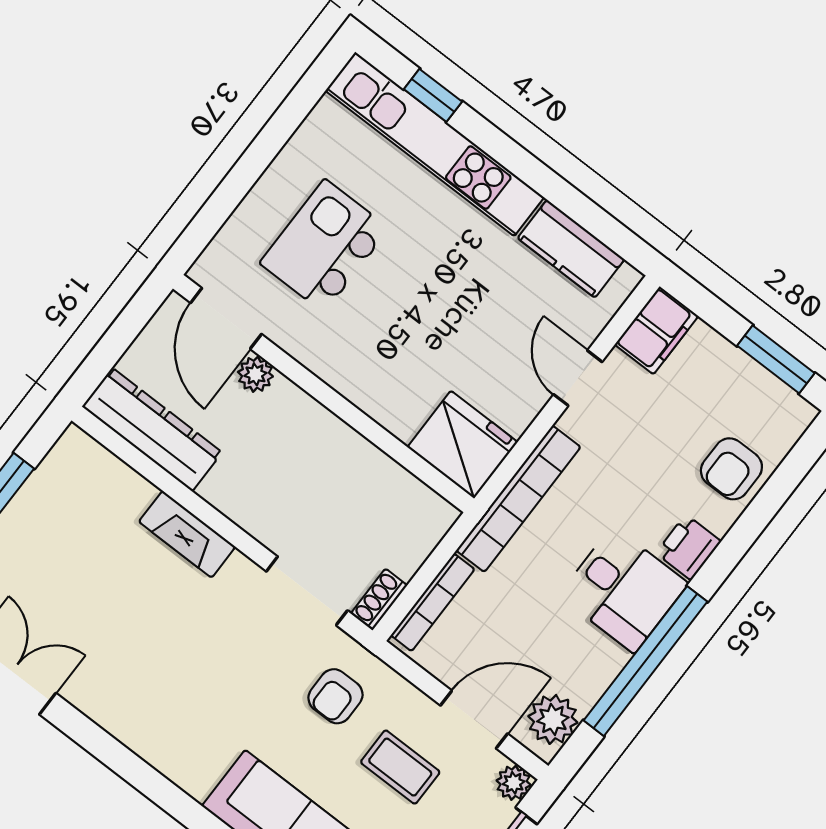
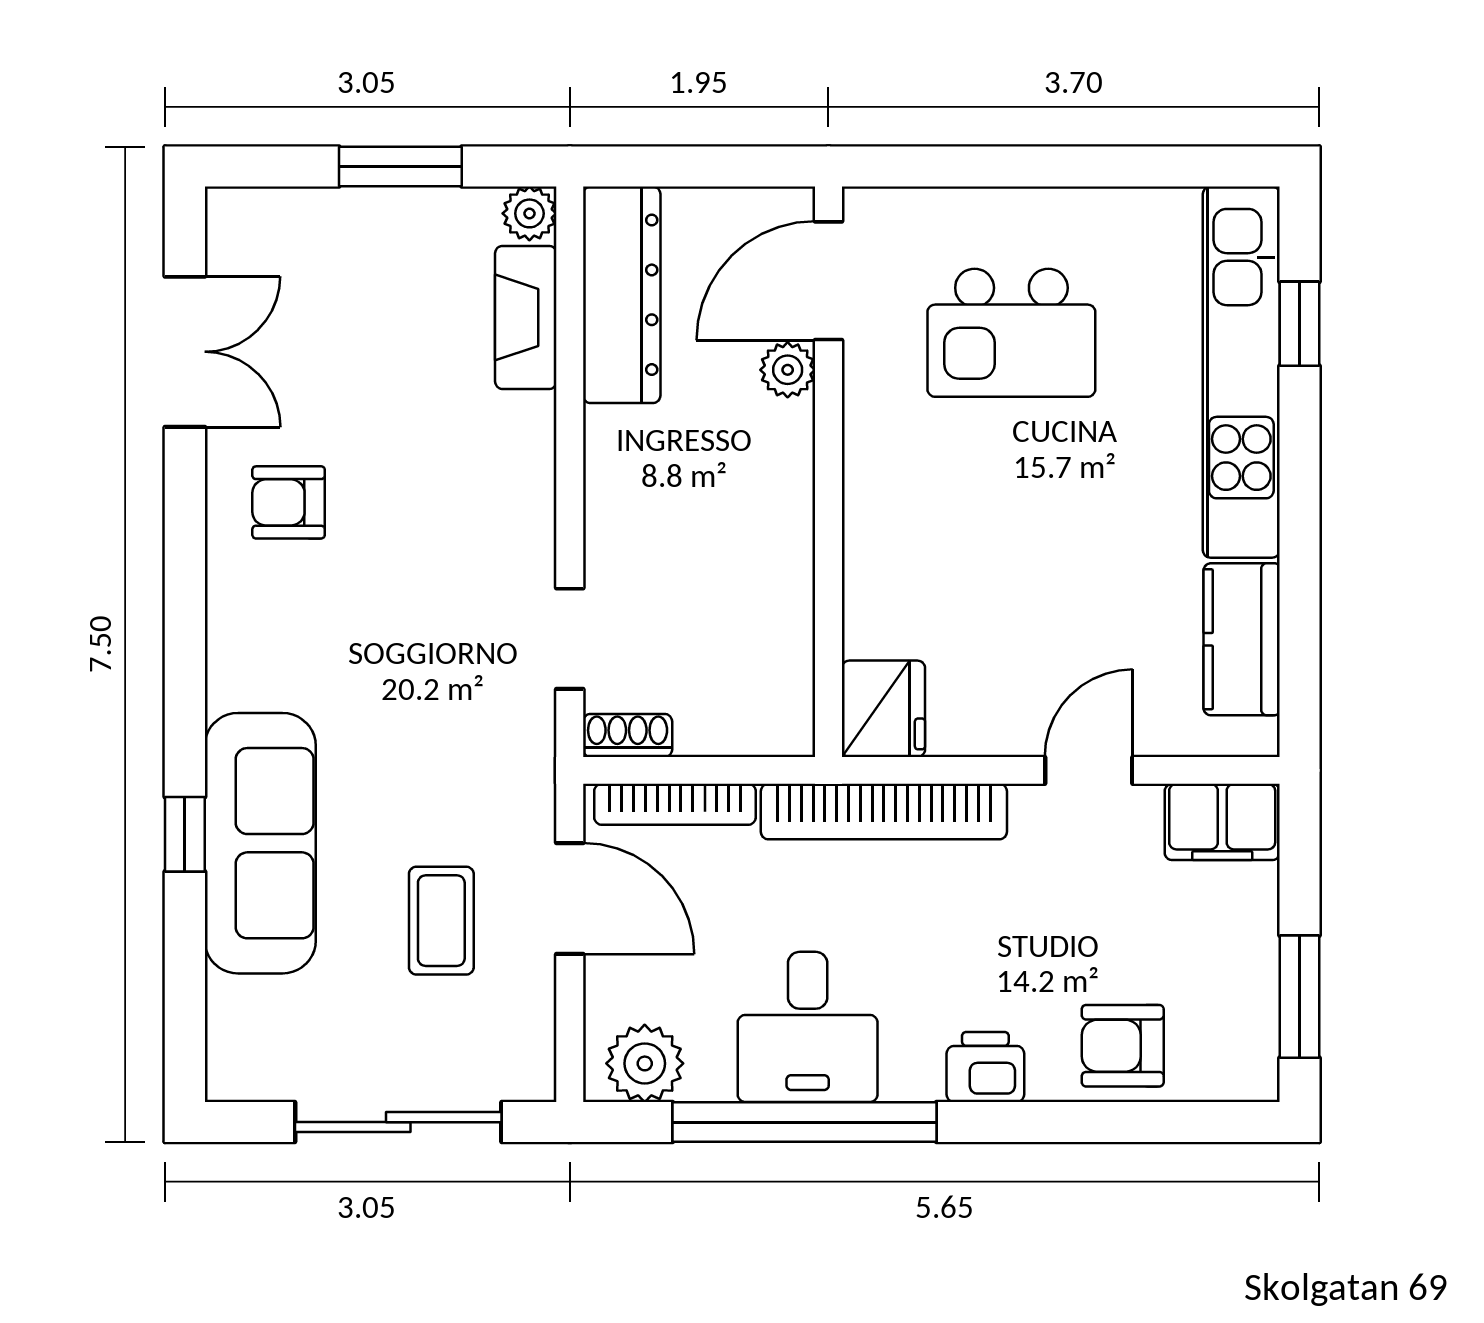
kitchen island: (324, 246) -> (1011, 333), turned 180
fridge: (462, 445) -> (883, 709), width x0.73, depth x0.75
fireplace: (187, 534) -> (526, 317), moved
desk: (623, 589) -> (808, 1027), moved
doorway: (307, 591) -> (570, 639), width x0.73
armchair: (335, 696) -> (289, 502), moved
door: (474, 720) -> (570, 898), moved
plant: (514, 783) -> (529, 213), moved

